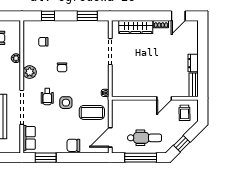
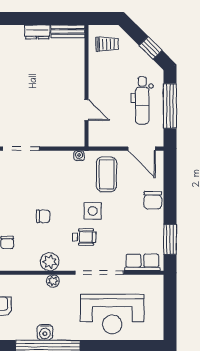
plant: (16, 58) -> (53, 281), moved
door: (164, 98) -> (87, 110), moved
dental chair: (145, 138) -> (142, 100), turned 180

